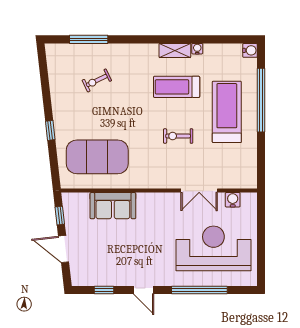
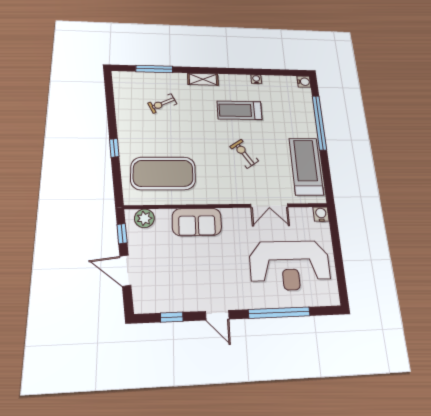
shelving: (175, 50) -> (203, 79), moved
treadmill: (227, 112) -> (306, 166), moved
exercise bike: (178, 136) -> (244, 154), turned 56
water cooler: (233, 200) -> (321, 214), moved
plant: (80, 201) -> (144, 218), added
sofa: (113, 206) -> (197, 222), moved
reception desk: (213, 248) -> (290, 265), turned 180

